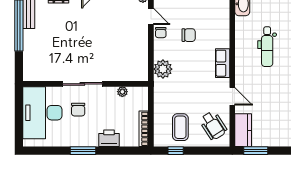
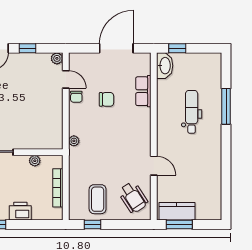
dental chair: (267, 47) -> (192, 112), turned 180
row of seats: (223, 63) -> (143, 91), moved
plant: (163, 69) -> (74, 141), width x0.53, depth x0.53
bookcase: (144, 129) -> (58, 188), moved
kitchen counter: (243, 130) -> (177, 211), moved, turned -90

